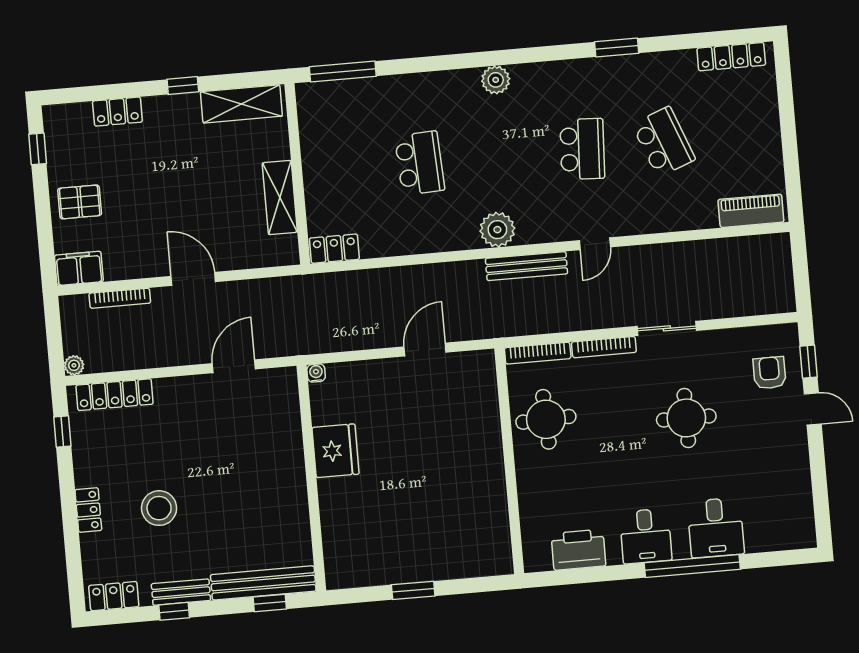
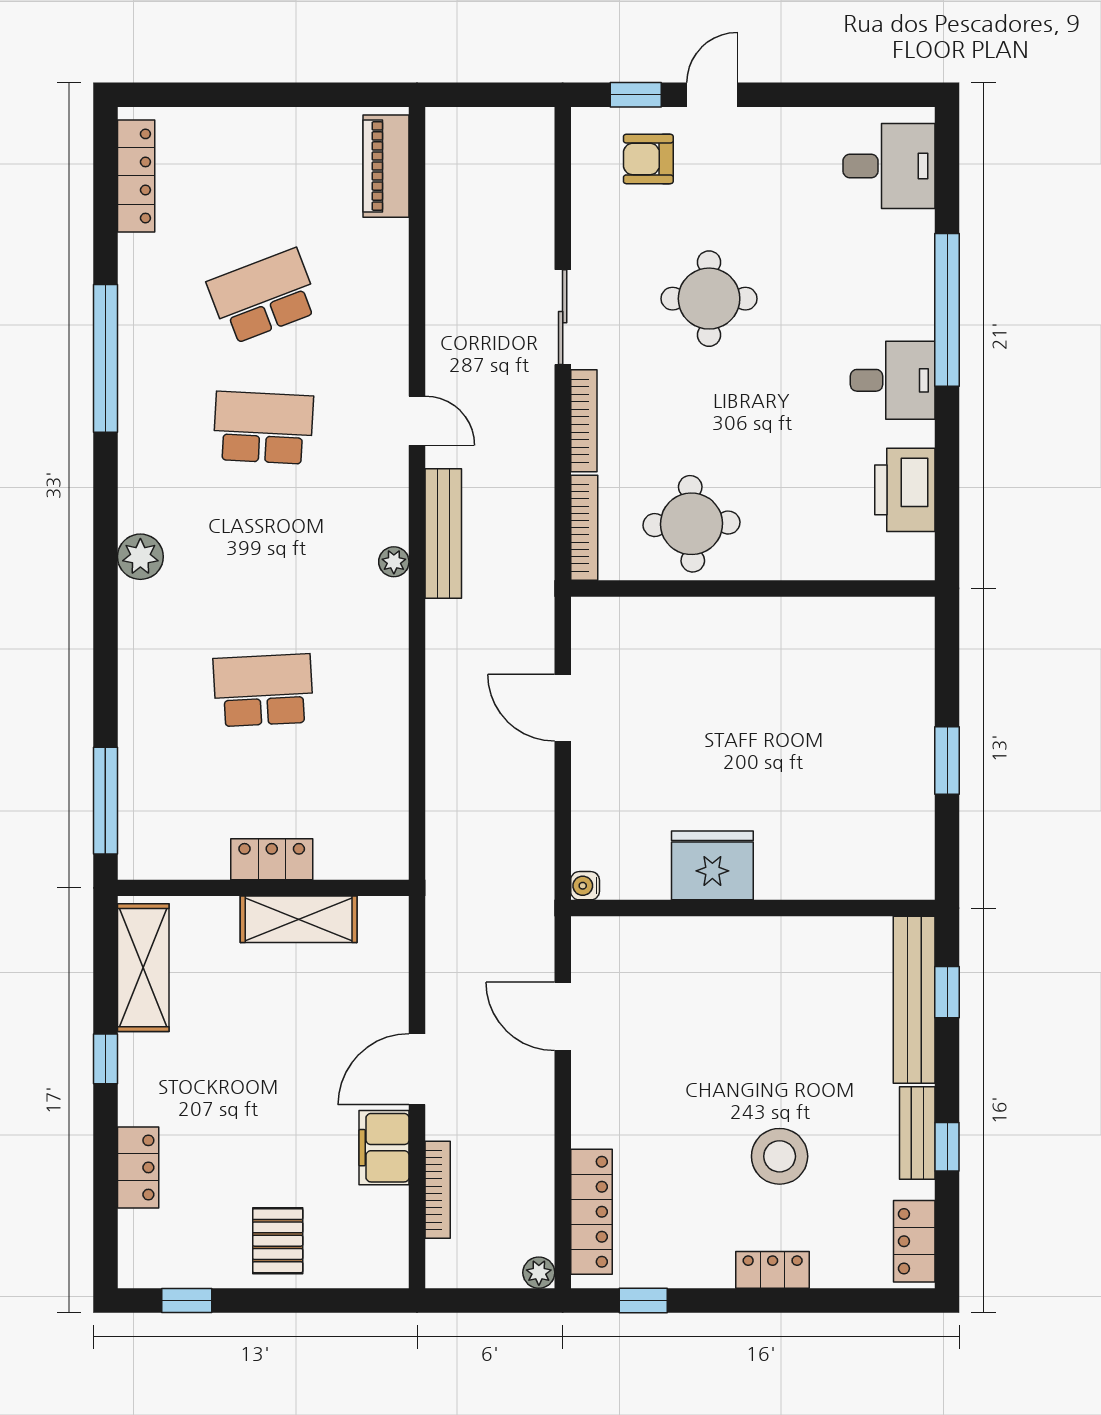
window: (617, 47) -> (105, 358), width x2.11
plant: (497, 230) -> (394, 562), width x0.53, depth x0.53
locker: (334, 249) -> (272, 859), moved, turned 90
filing cabinet: (79, 268) -> (384, 1148), moved
desk: (716, 528) -> (889, 166), moved

